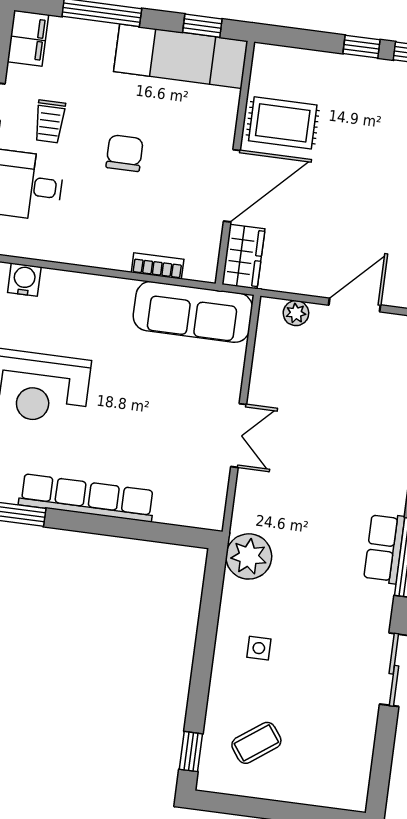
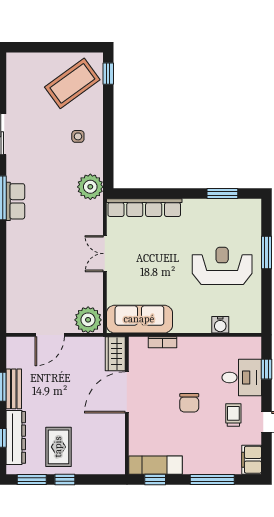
exam couch: (181, 56) -> (155, 465), width x0.73, depth x0.69
rug: (283, 123) -> (58, 447), moved, turned 90
water cooler: (24, 280) -> (220, 325), moved
plant: (296, 313) -> (88, 320), width x1.87, depth x1.87
row of seats: (87, 498) -> (144, 208), moved
coffee table: (256, 743) -> (72, 83), width x1.86, depth x1.72

